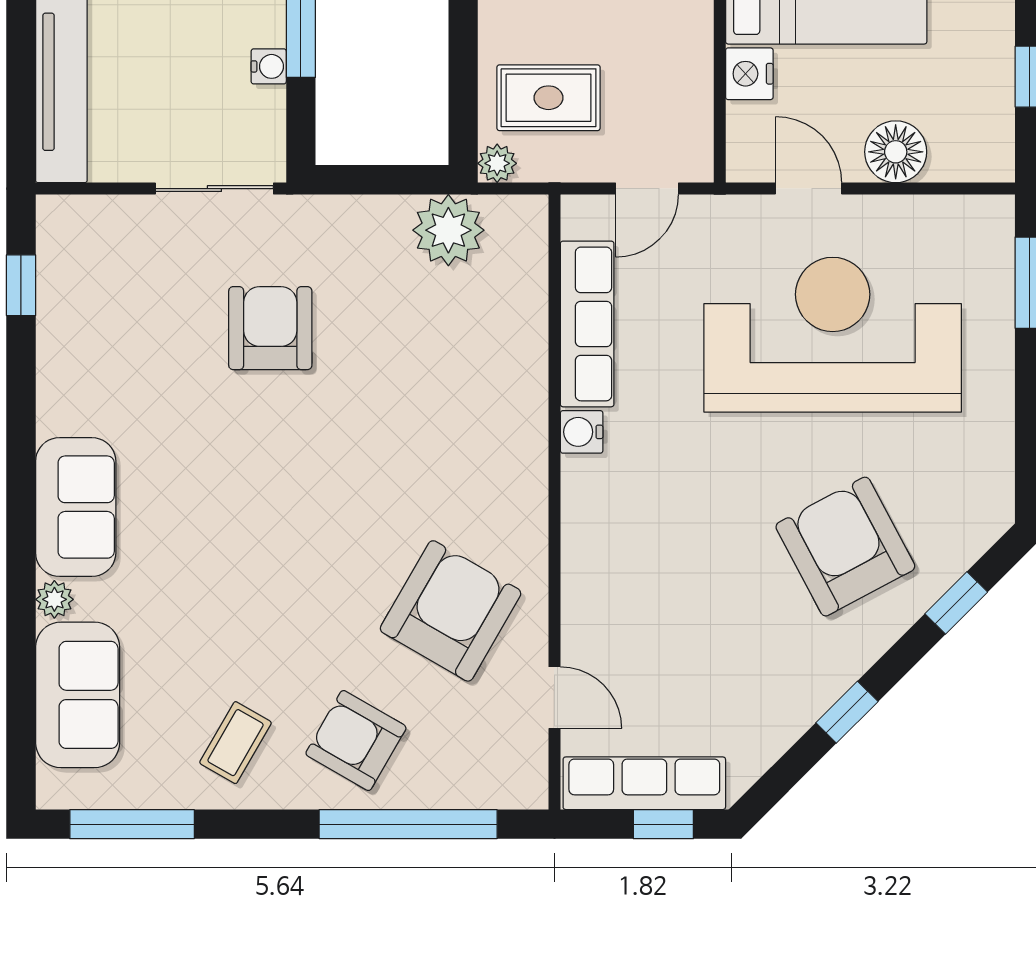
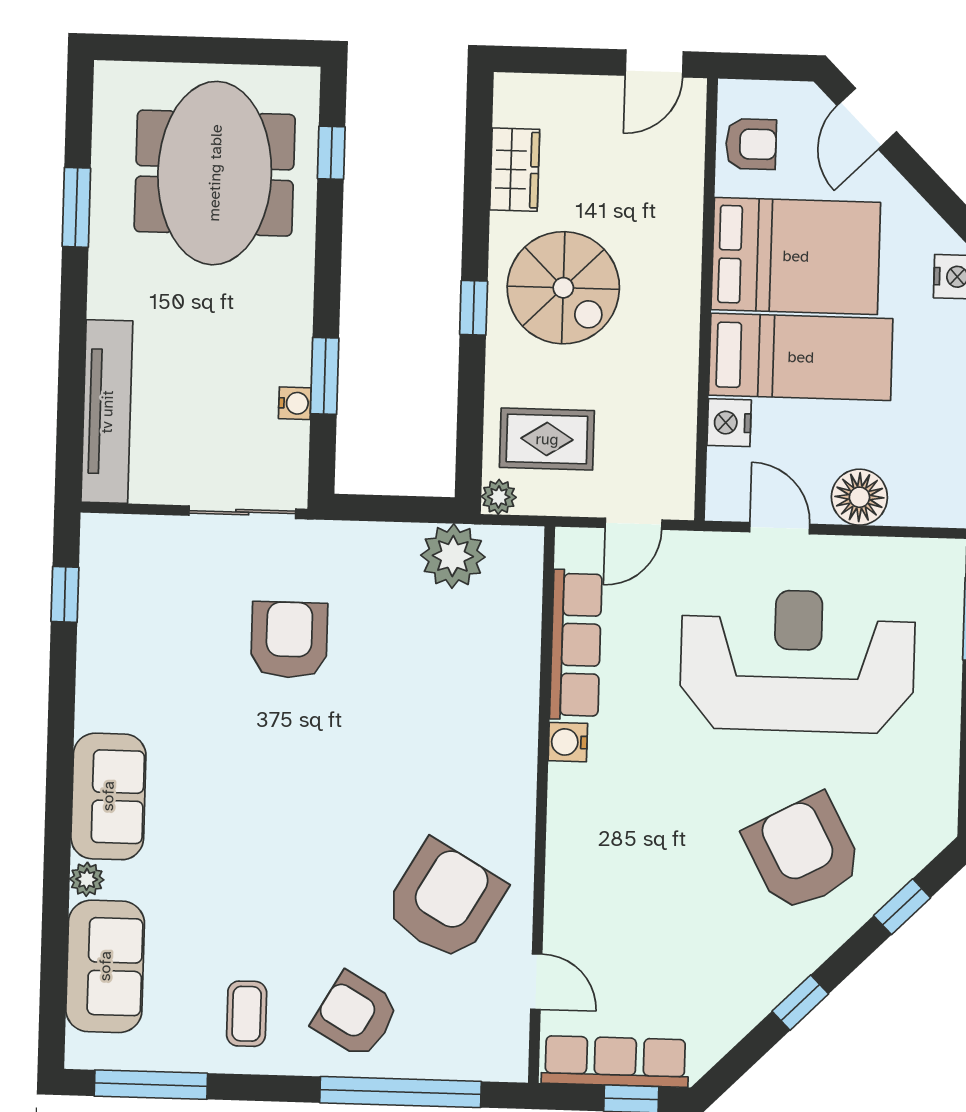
coffee table: (235, 743) -> (247, 1014), turned -30

